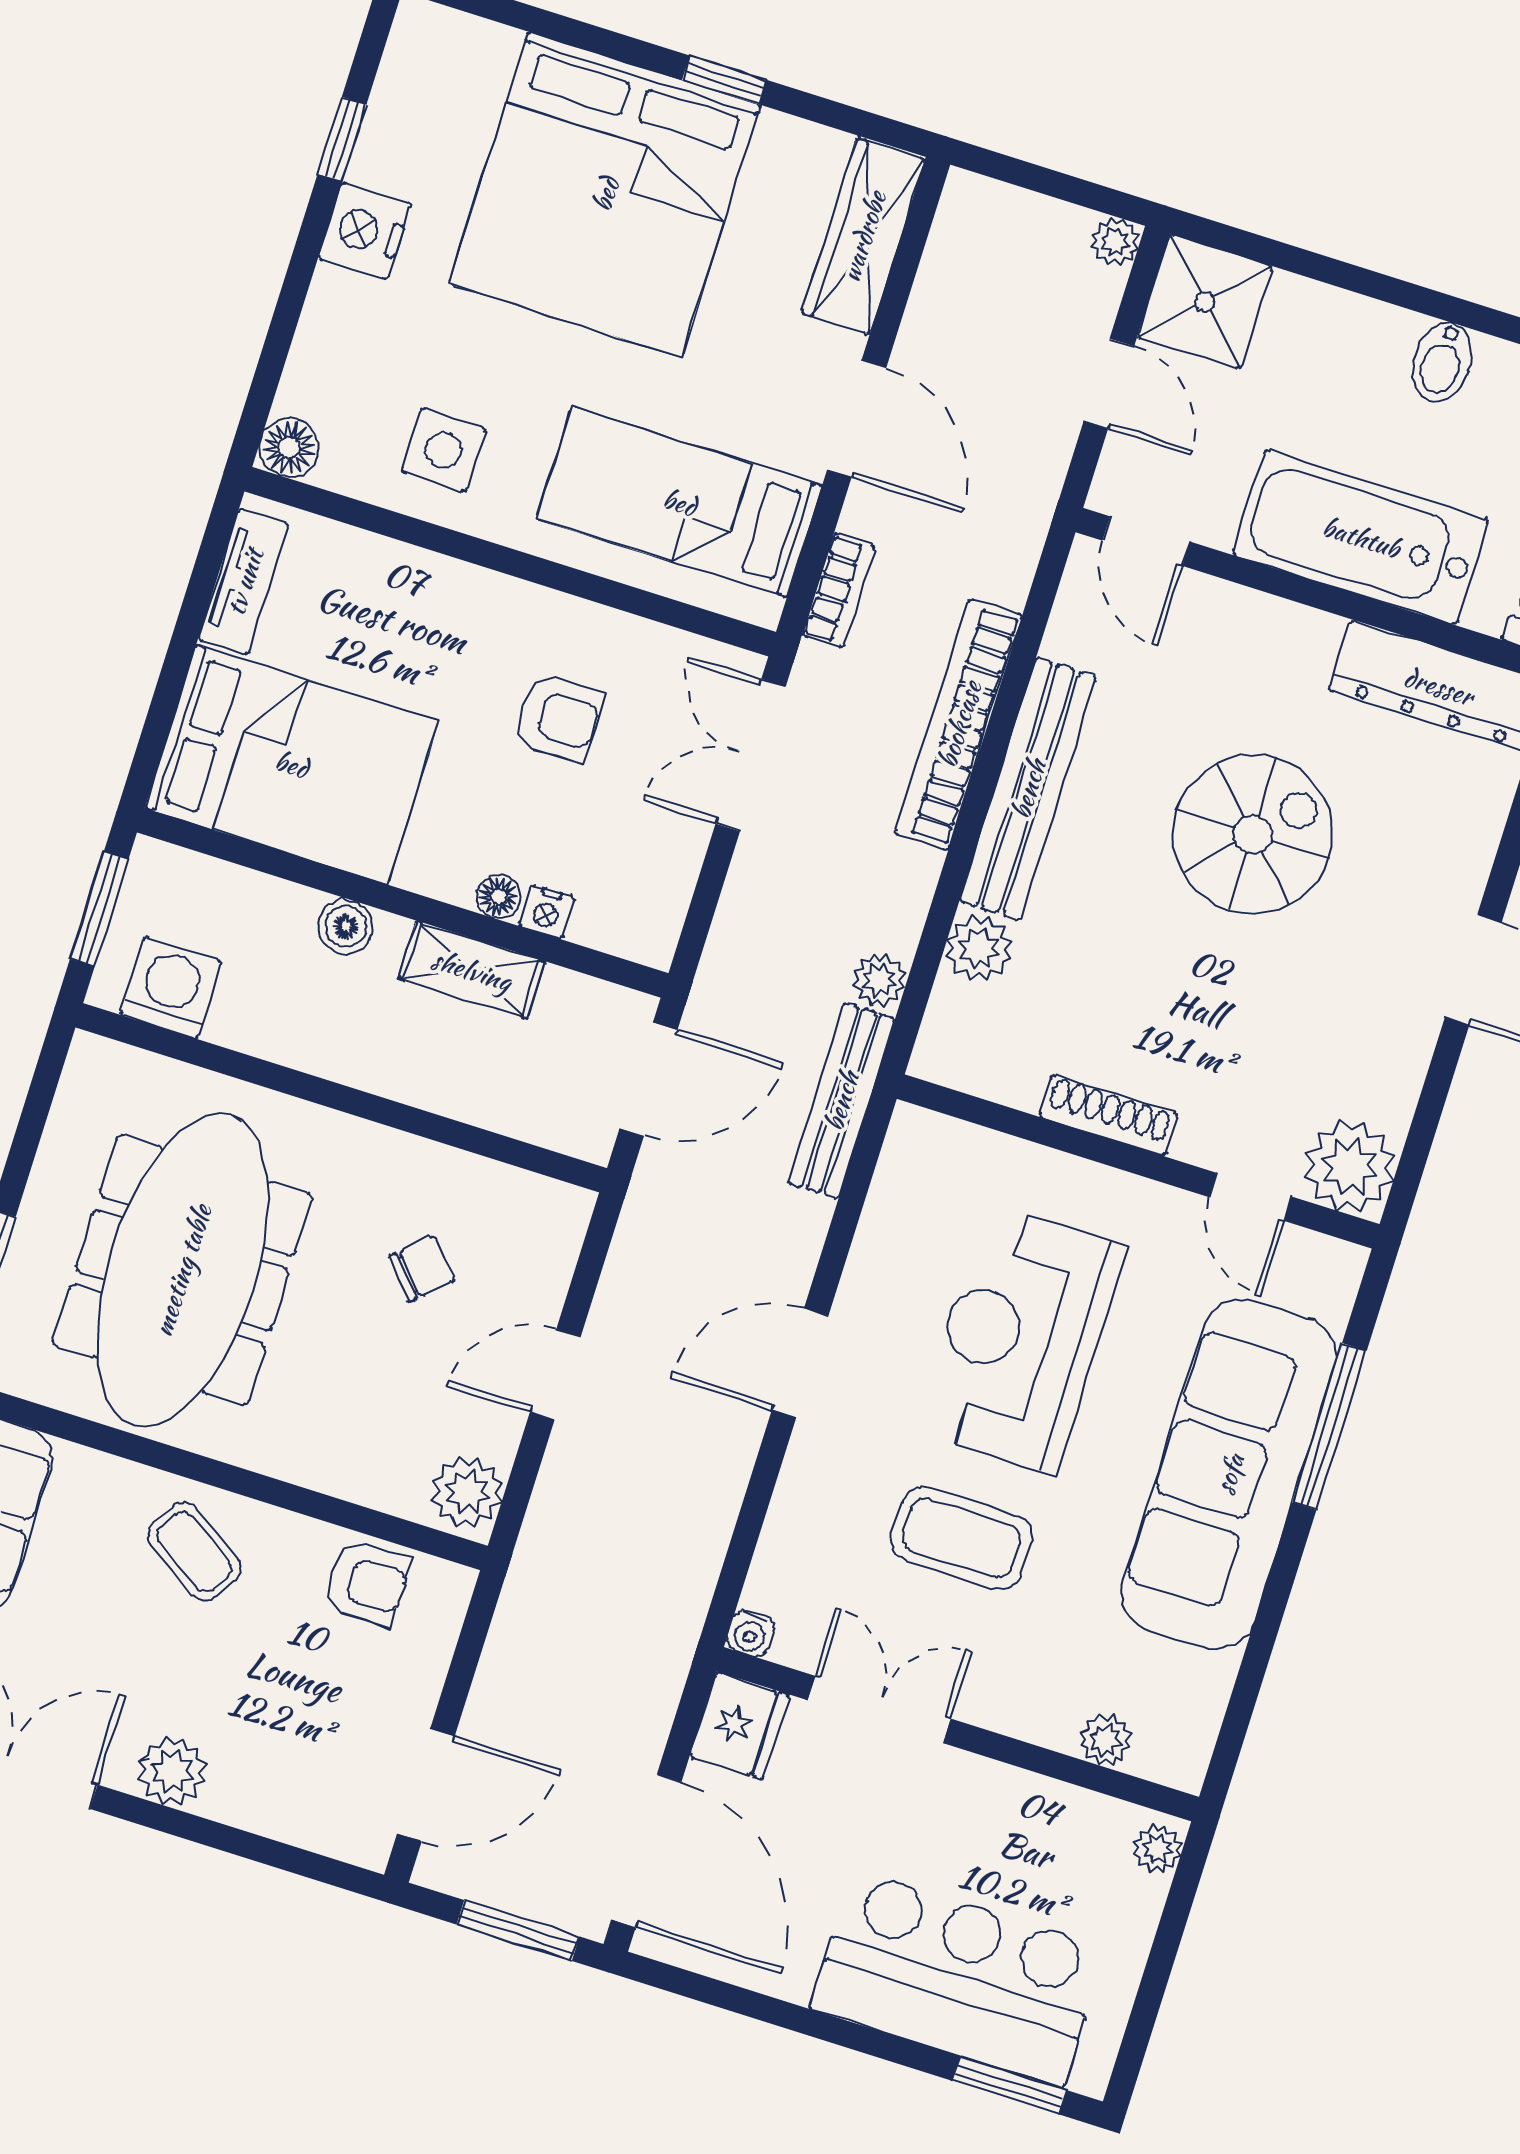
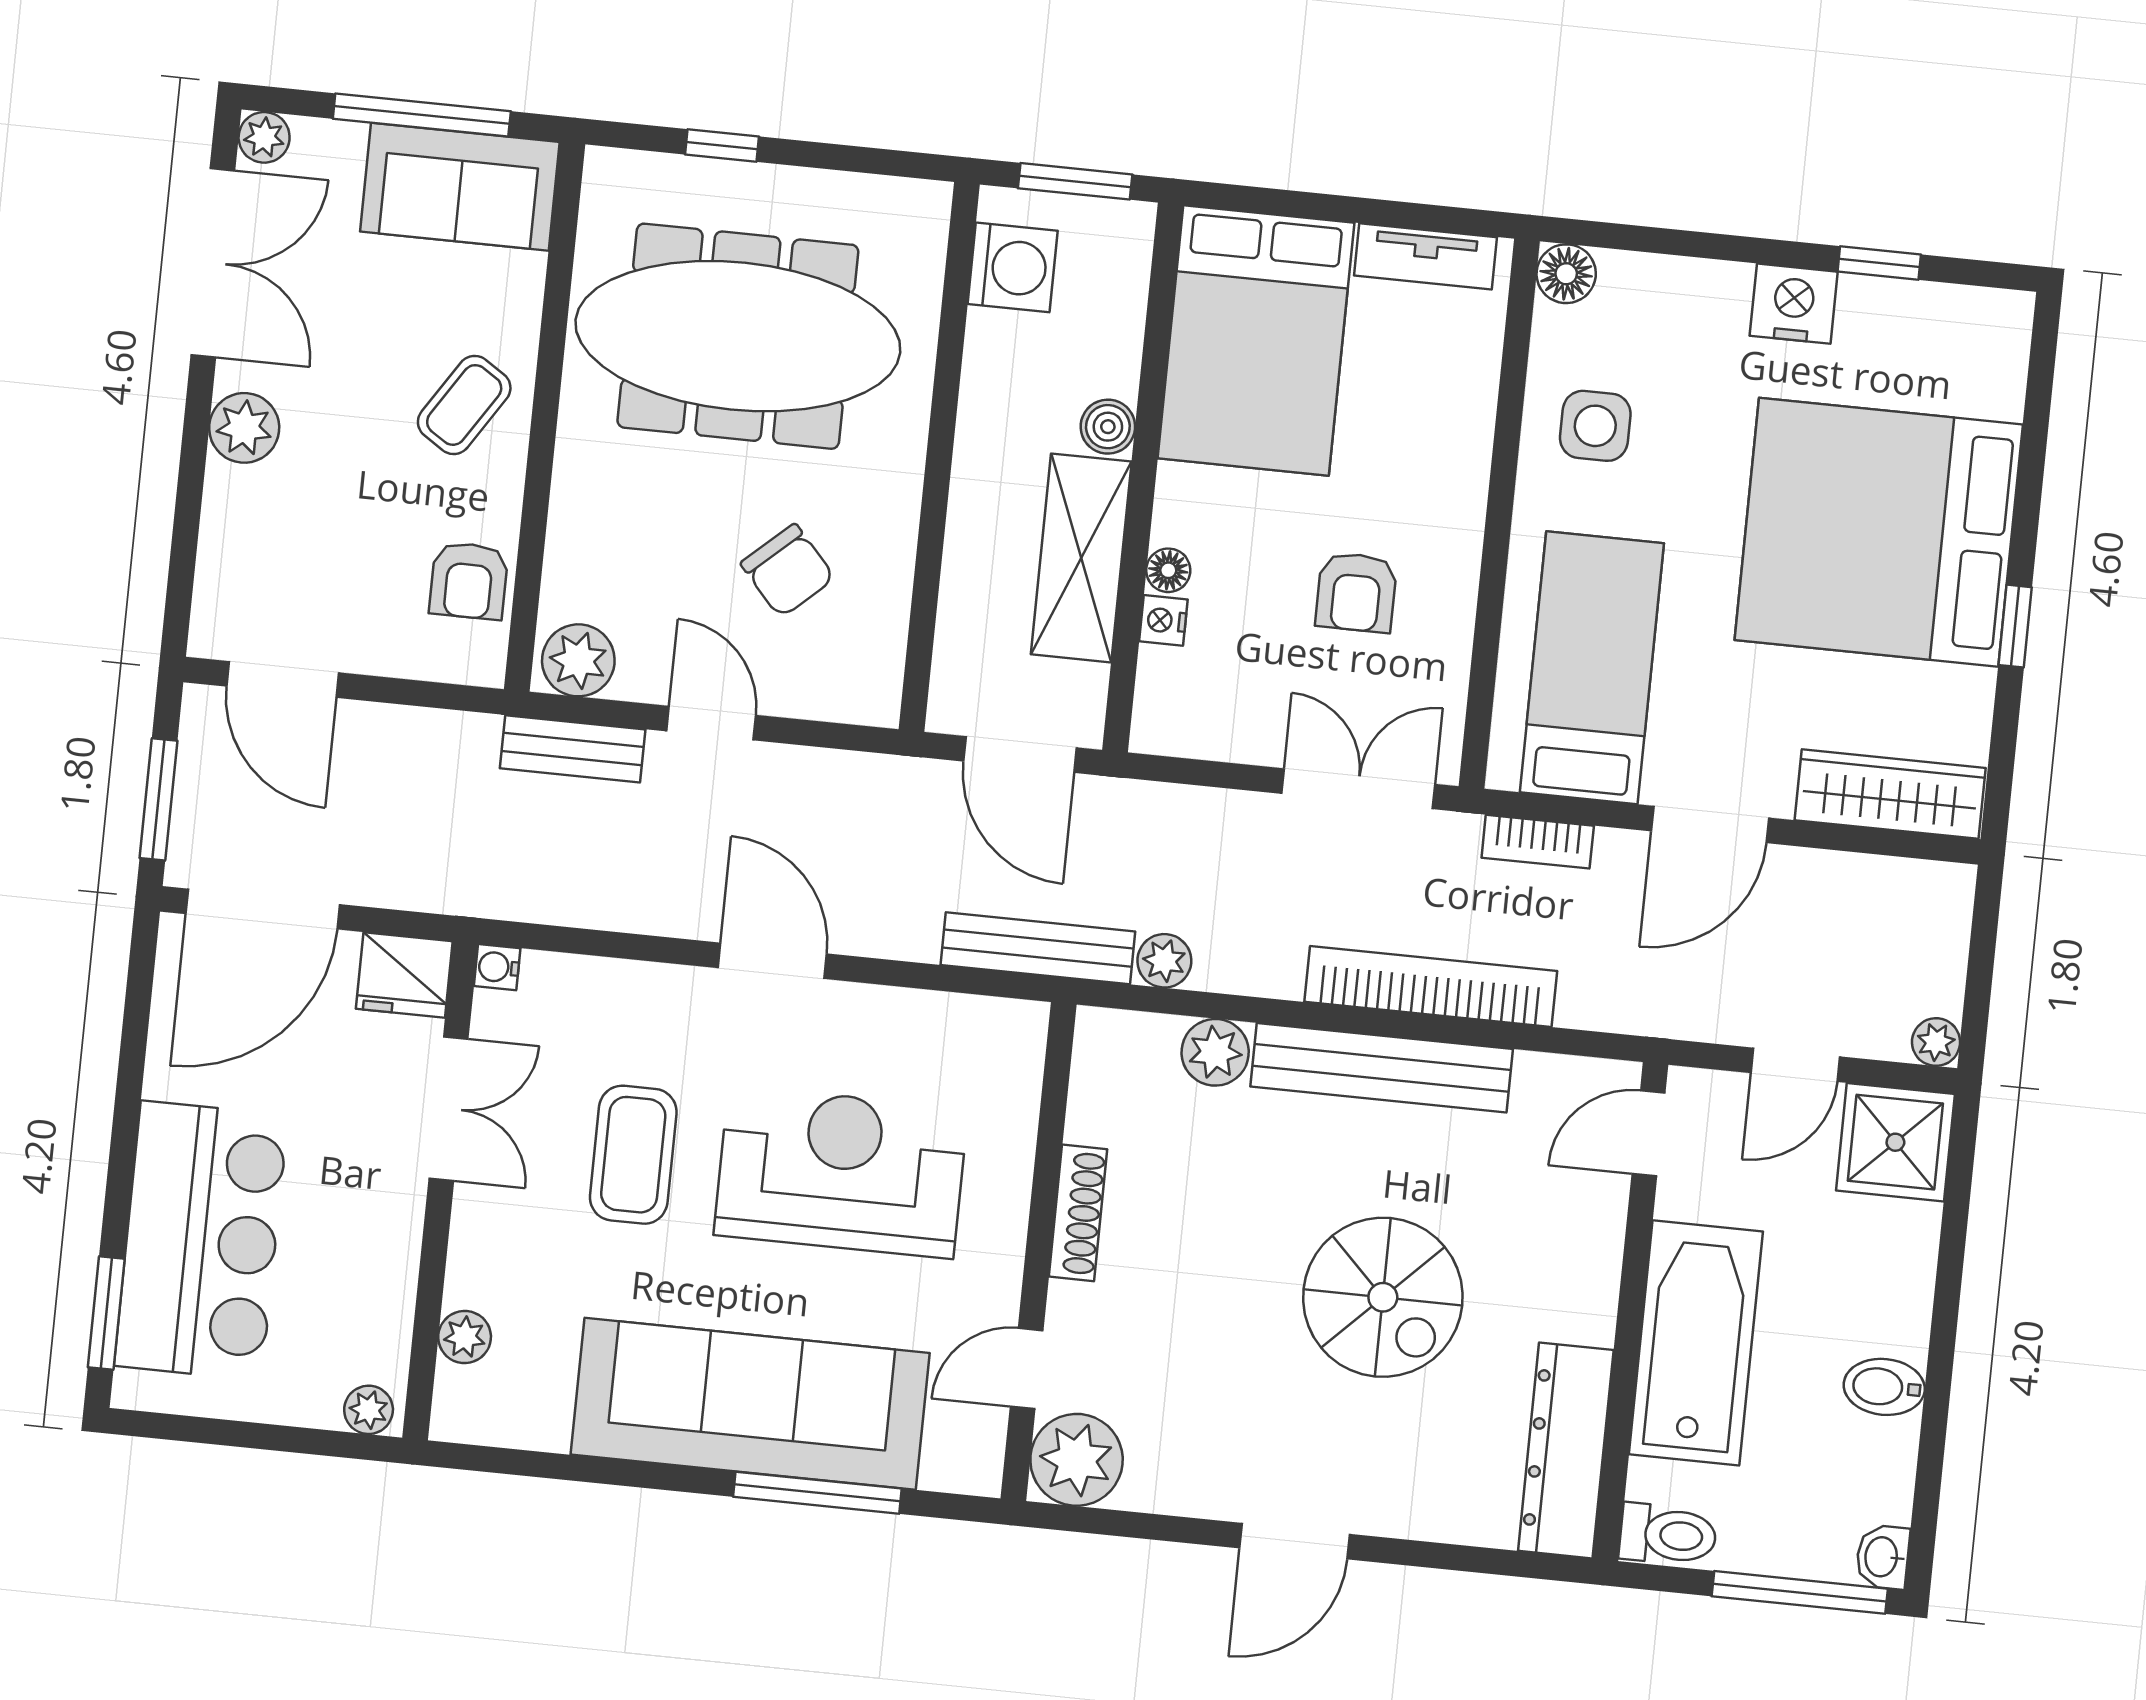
shelving: (472, 970) -> (1081, 558), width x1.50, depth x1.33
chair: (422, 1269) -> (788, 571), width x1.37, depth x1.37
bench: (552, 1515) -> (573, 749), added

